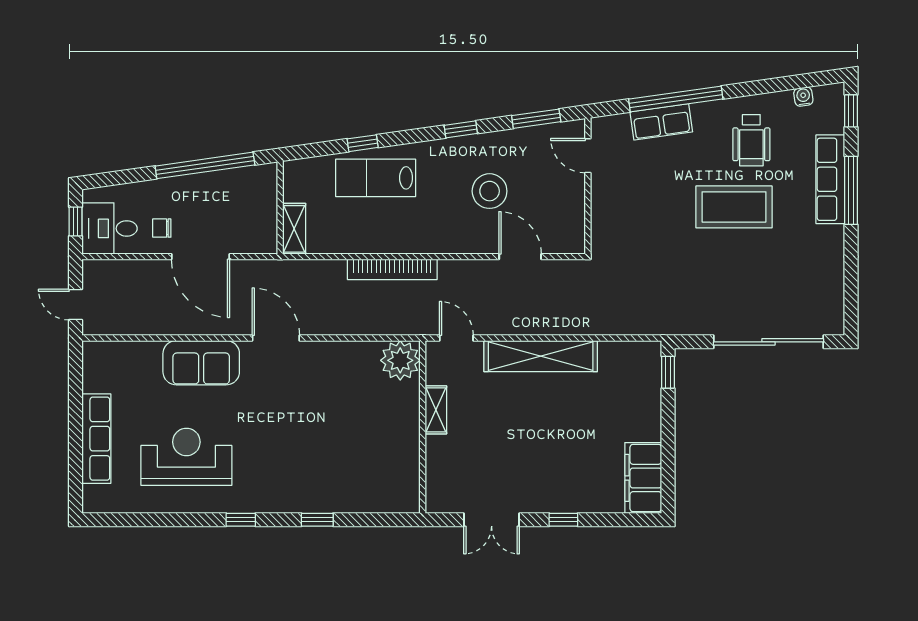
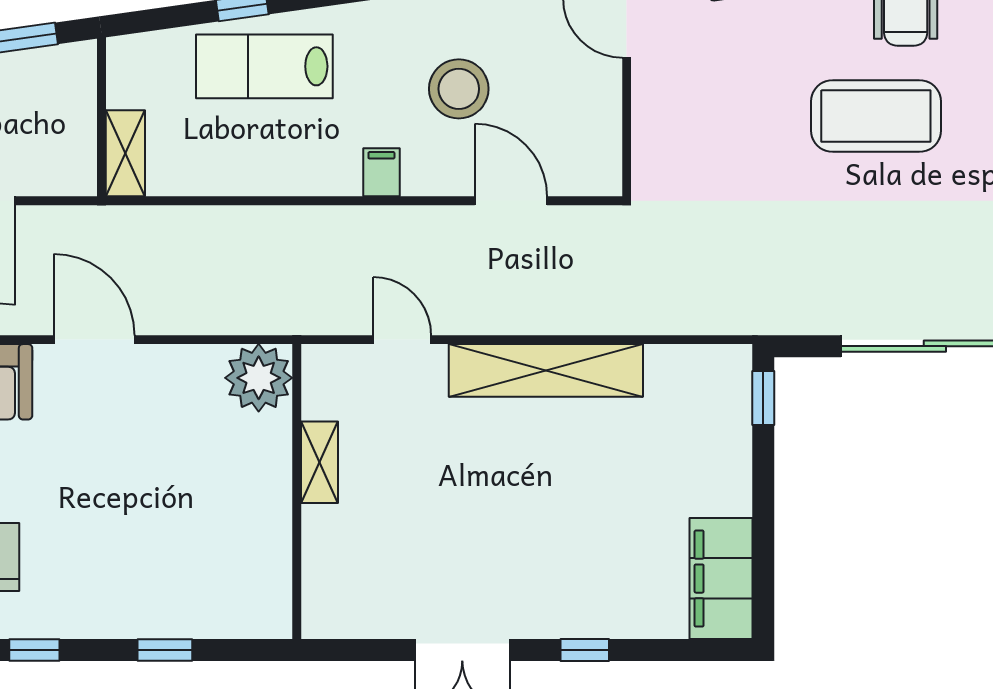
filing cabinet: (444, 240) -> (381, 172), added
bookcase: (392, 269) -> (293, 223), removed
plant: (400, 360) -> (259, 378), moved
shelving: (436, 410) -> (320, 462), moved
wall: (423, 427) -> (297, 492), moved

